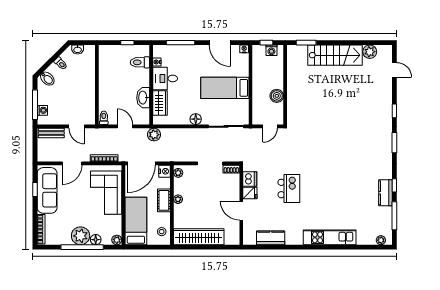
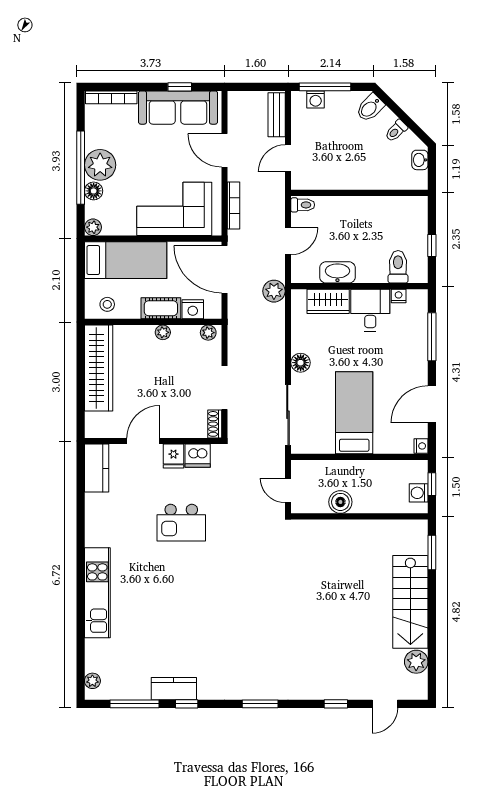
window: (394, 111) -> (336, 704), moved
nightstand: (165, 171) -> (193, 309), moved
kitchen counter: (271, 238) -> (97, 468), moved

